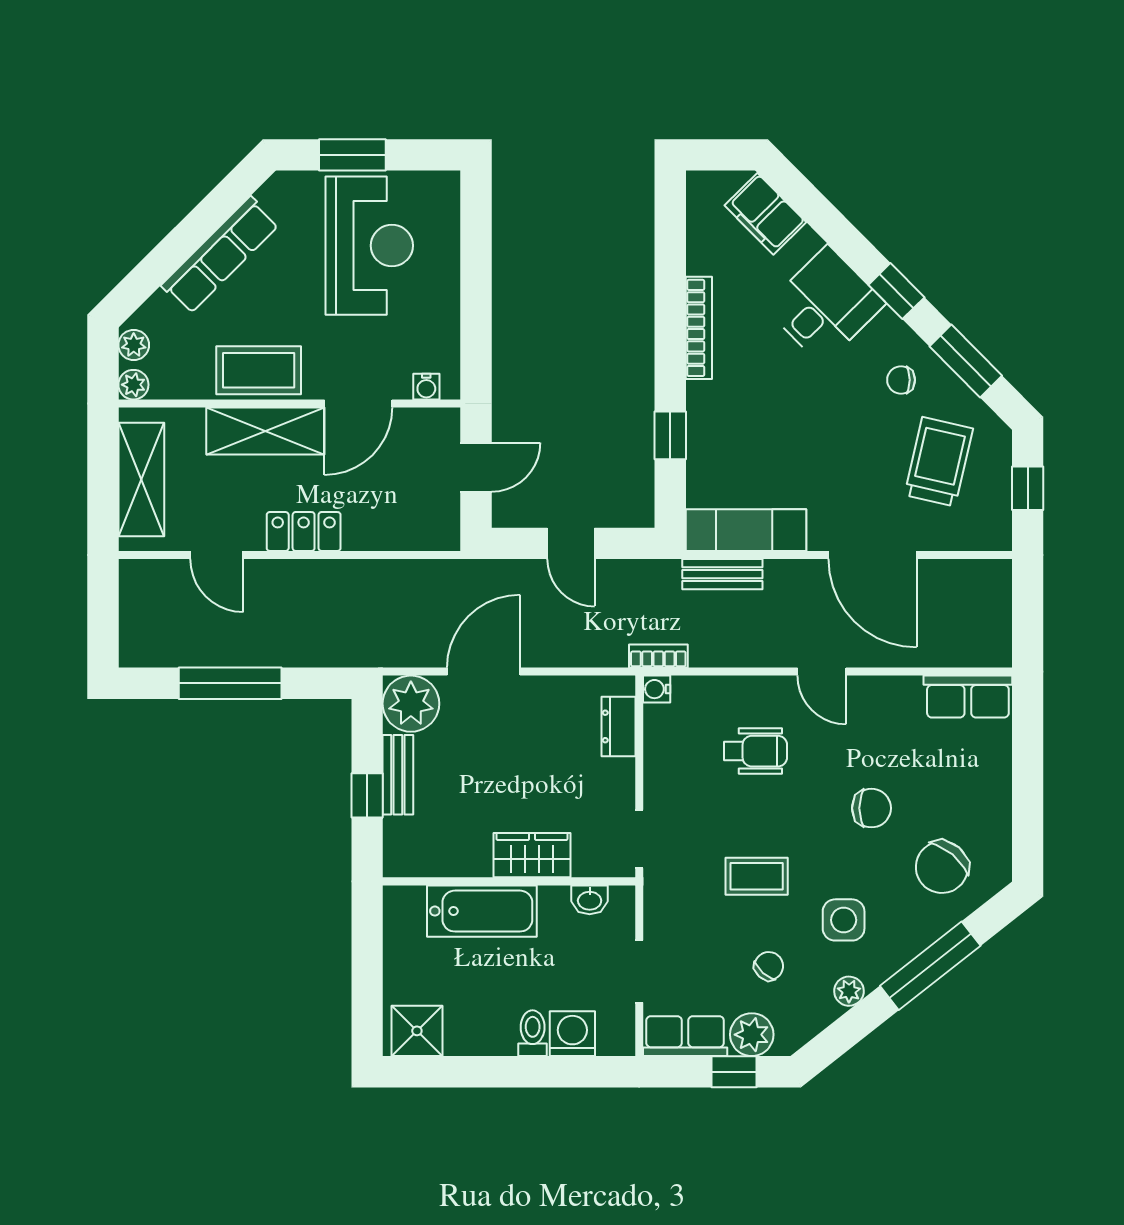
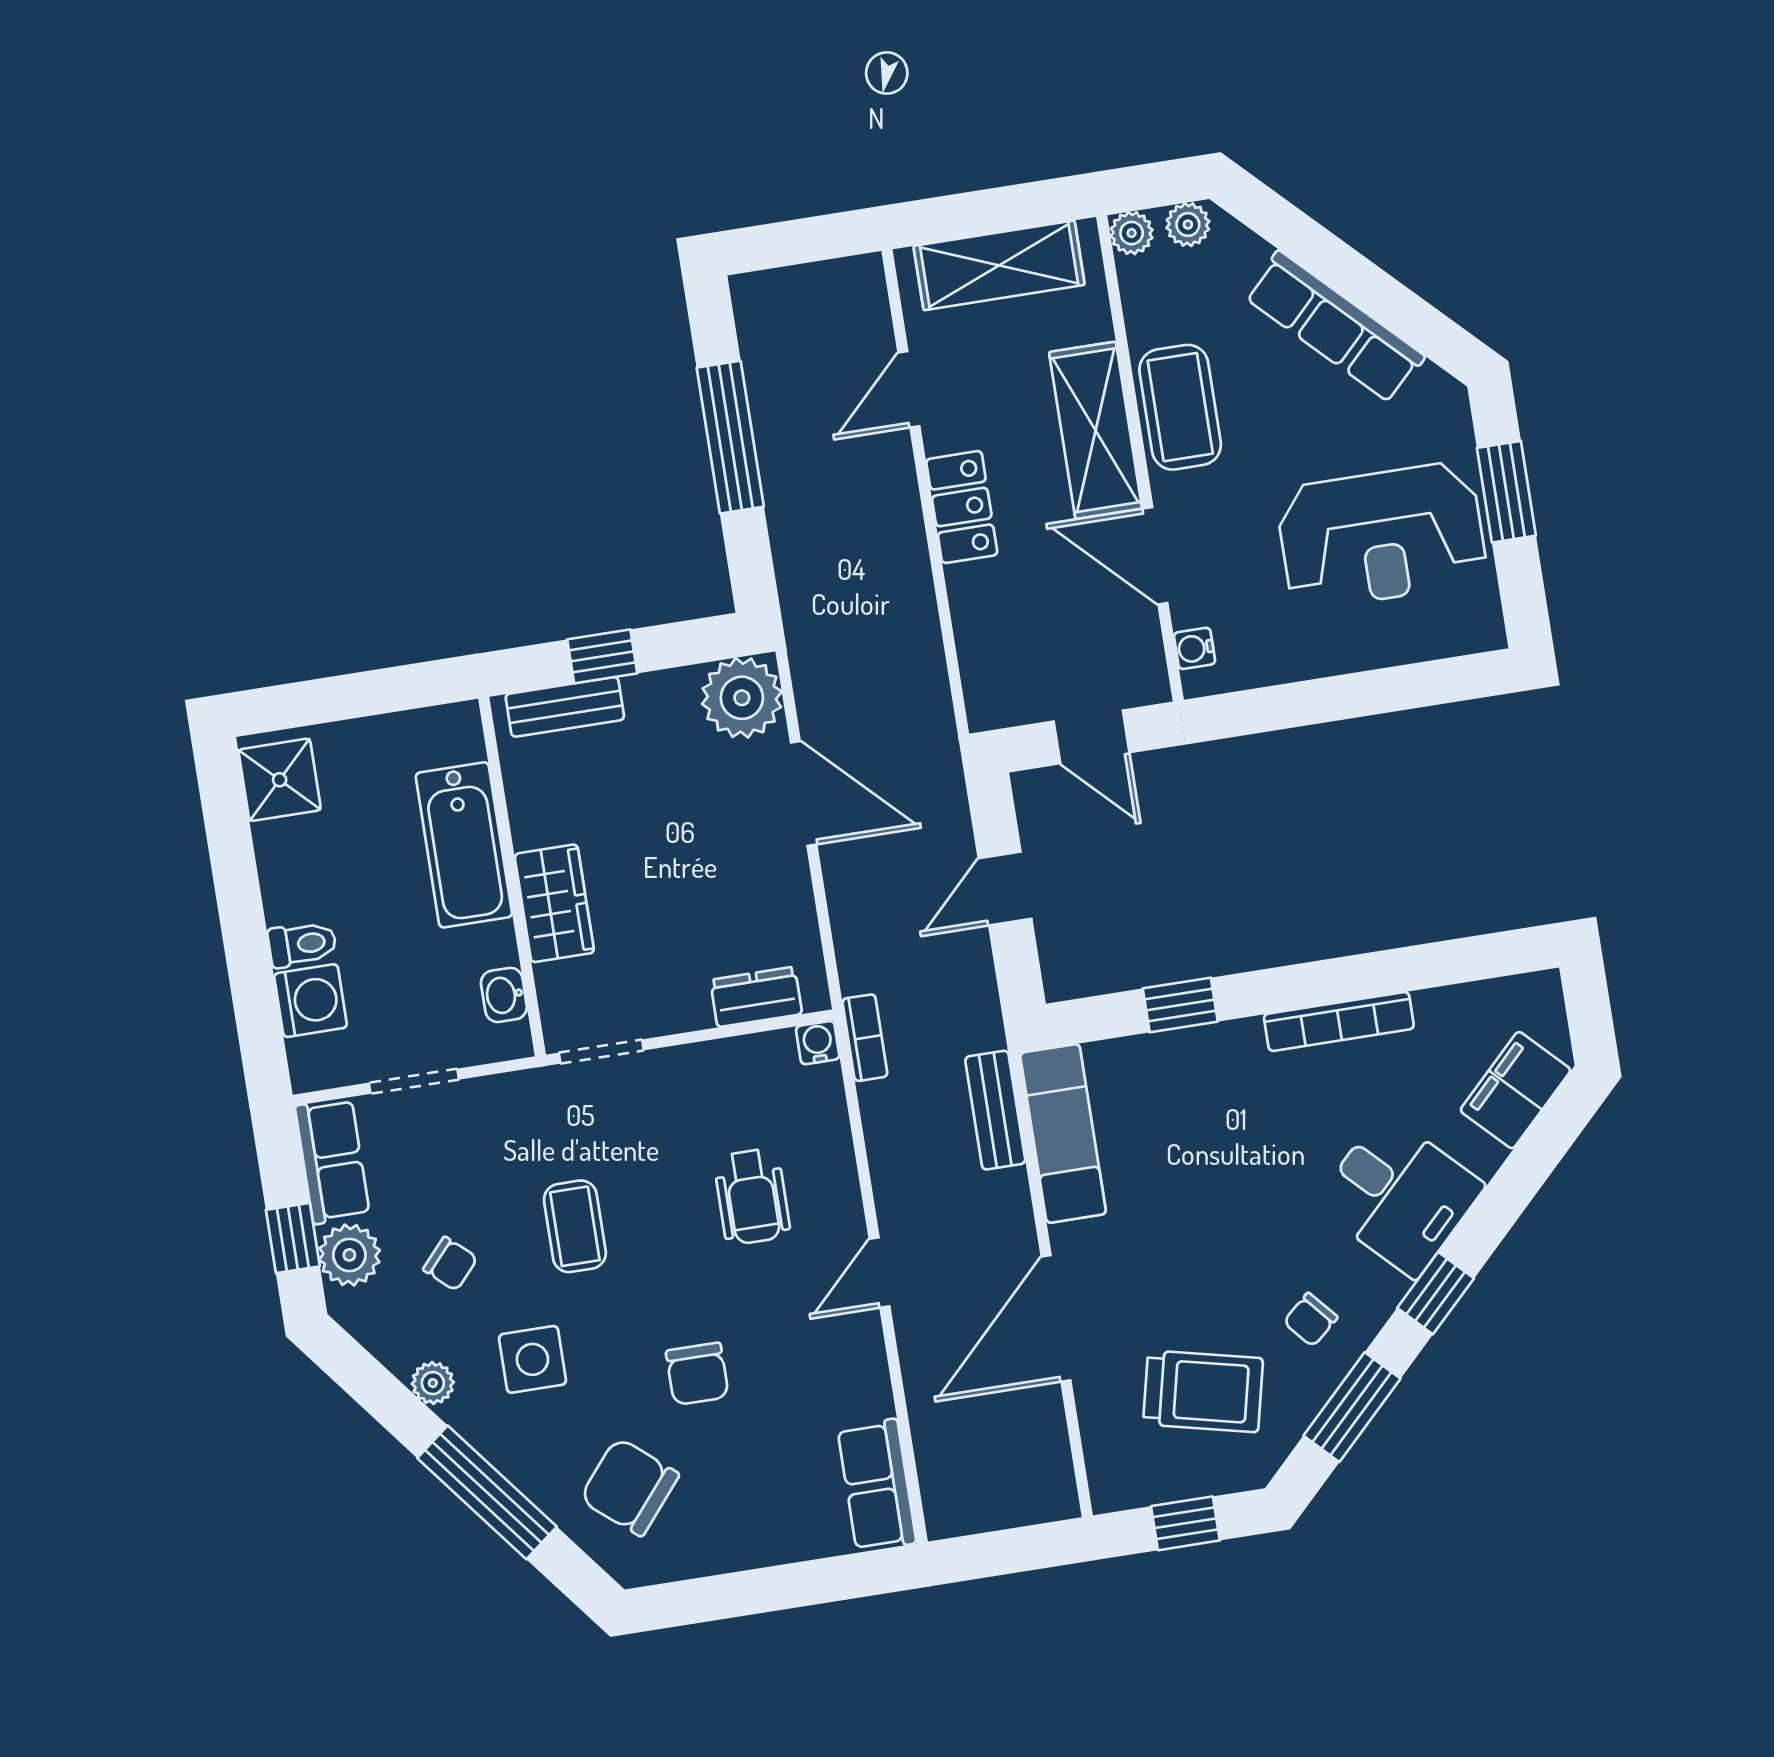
chair: (901, 380) -> (1310, 1320), turned -131
bench: (398, 775) -> (565, 707), moved

